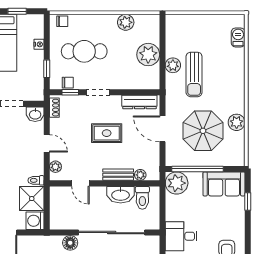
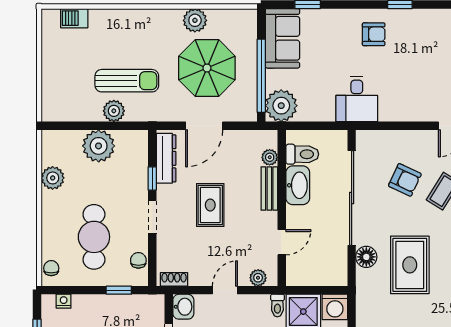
nightstand: (39, 44) -> (64, 301), moved
window: (70, 92) -> (152, 178), moved

